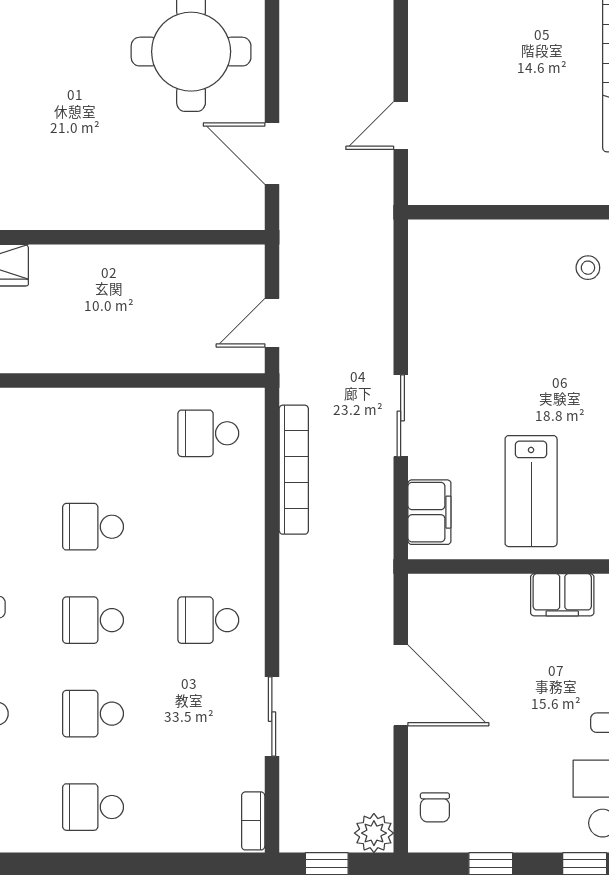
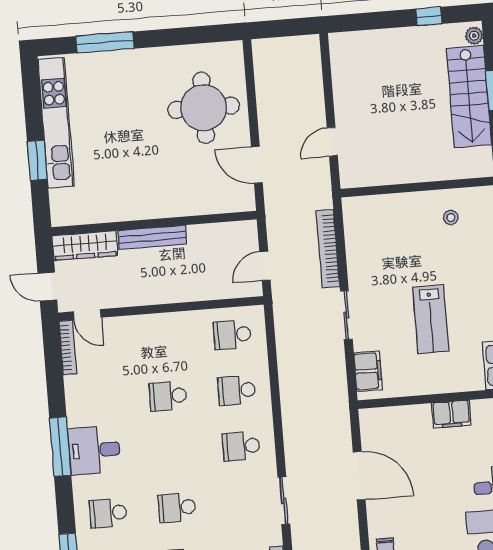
bench: (88, 260) -> (152, 237), added
bookcase: (294, 470) -> (328, 249), moved, turned 180
lab bench: (531, 491) -> (431, 319), moved
school desk: (93, 620) -> (237, 390), moved

